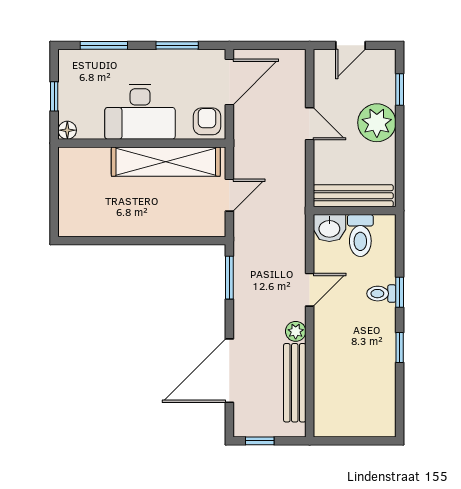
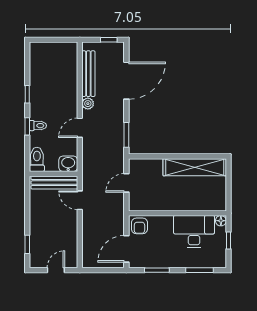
desk: (140, 112) -> (194, 231), moved
plant: (377, 123) -> (41, 225), removed
door: (310, 124) -> (80, 200), moved
shelving: (166, 162) -> (195, 167), moved
toilet: (360, 235) -> (37, 159), moved

